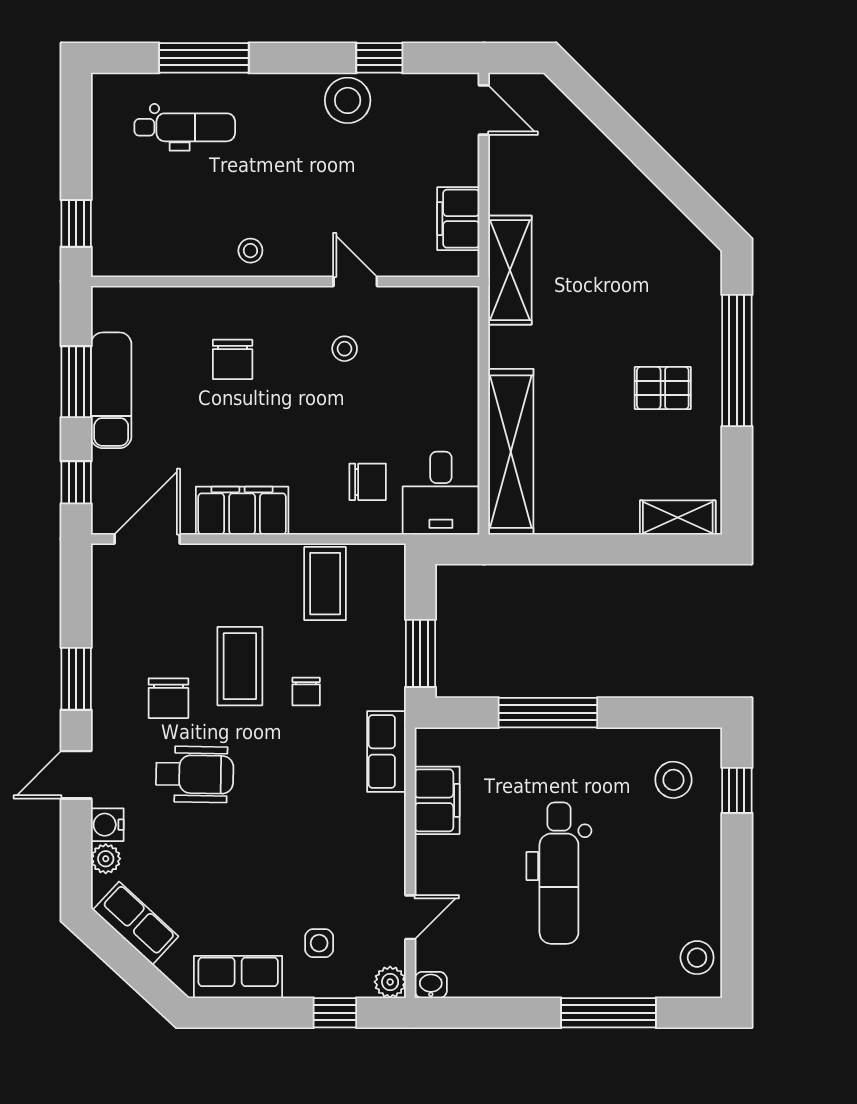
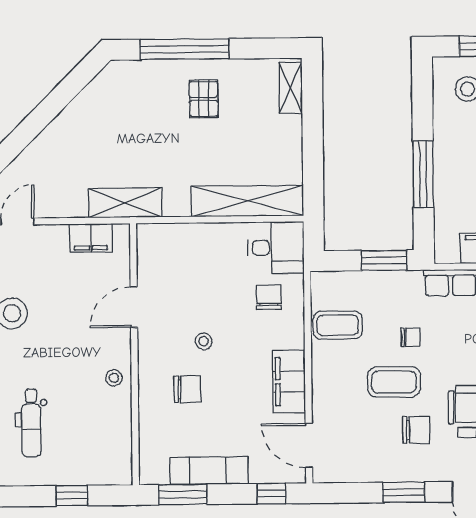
dental chair: (185, 127) -> (31, 423), turned 180
window: (76, 223) -> (72, 496), moved
door: (355, 281) -> (134, 307), width x1.38
stool: (345, 349) -> (204, 341), moved
window: (76, 382) -> (183, 495), moved

